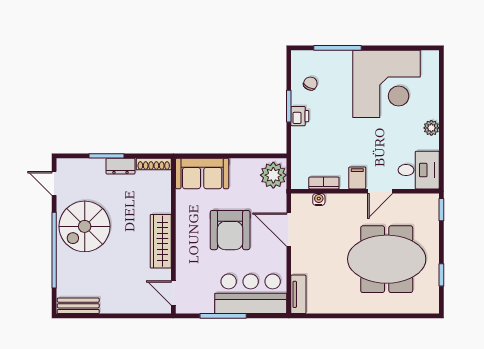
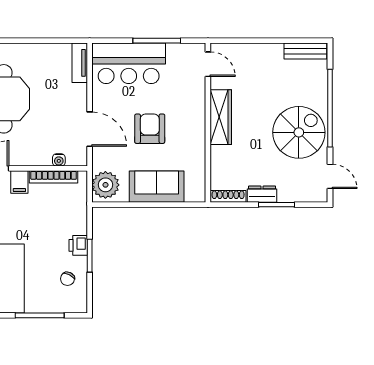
sofa: (202, 173) -> (157, 187), moved
bookcase: (324, 183) -> (54, 177), width x1.56
armchair: (230, 230) -> (150, 129), width x0.73, depth x0.73

